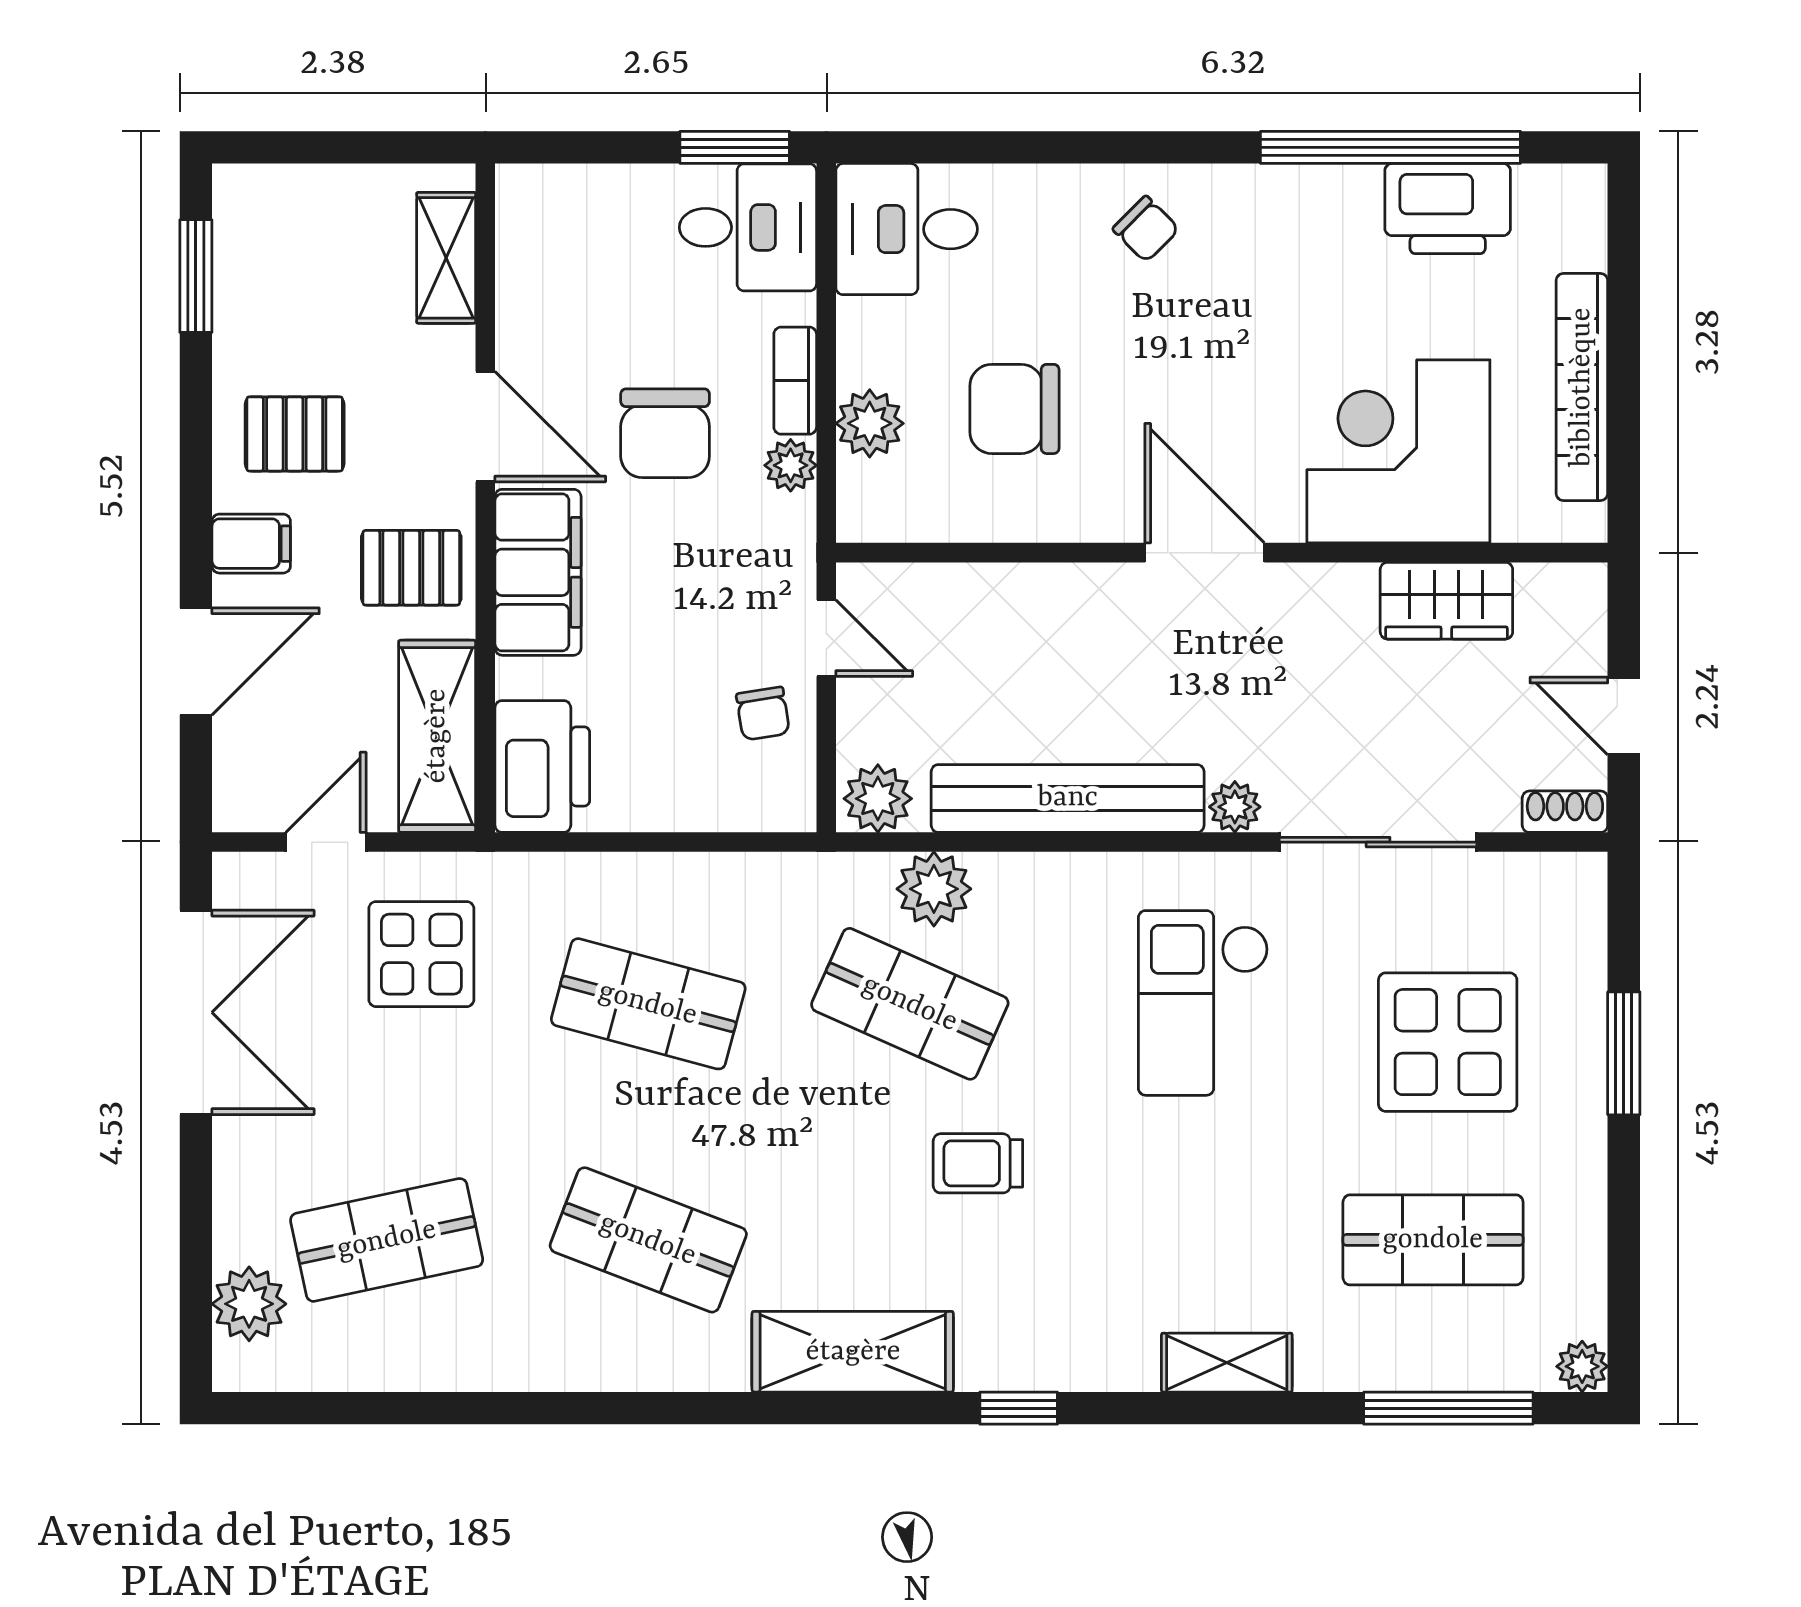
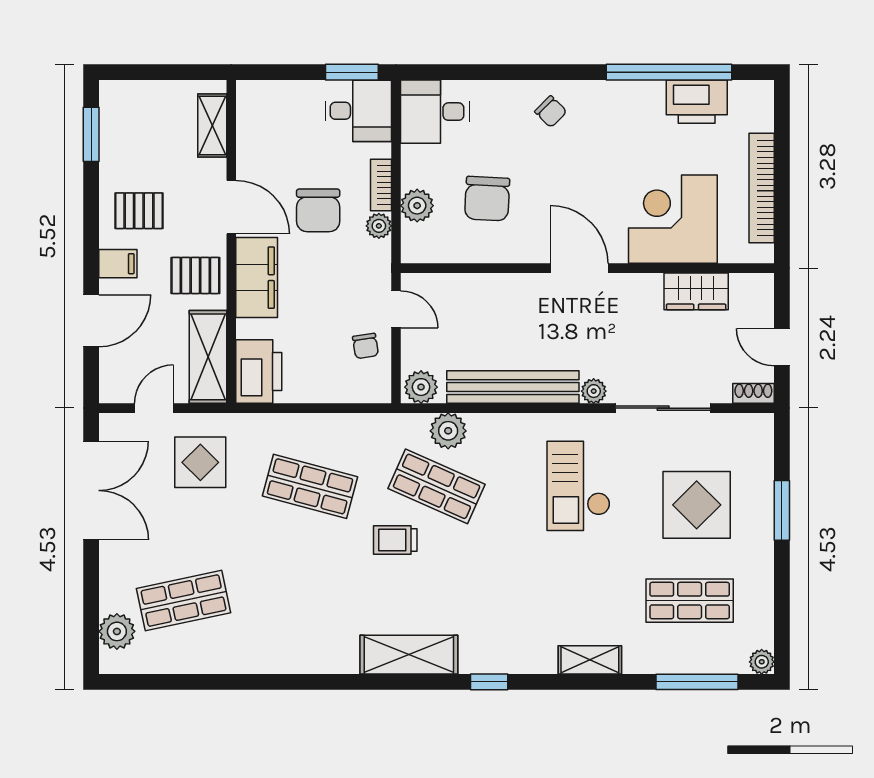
chair: (1014, 409) -> (487, 199), turned -87
trolley: (978, 1163) -> (395, 540), moved
shop shelf: (648, 1240) -> (310, 601), removed

